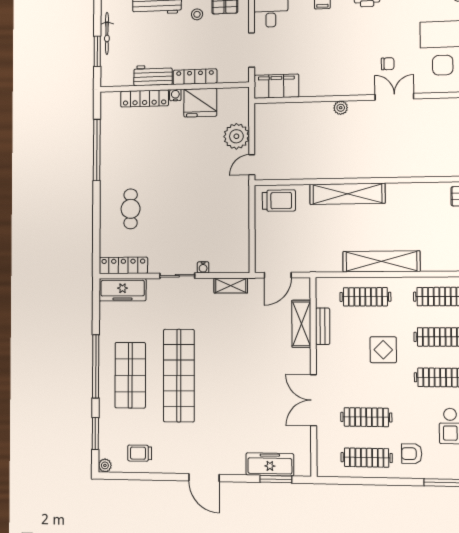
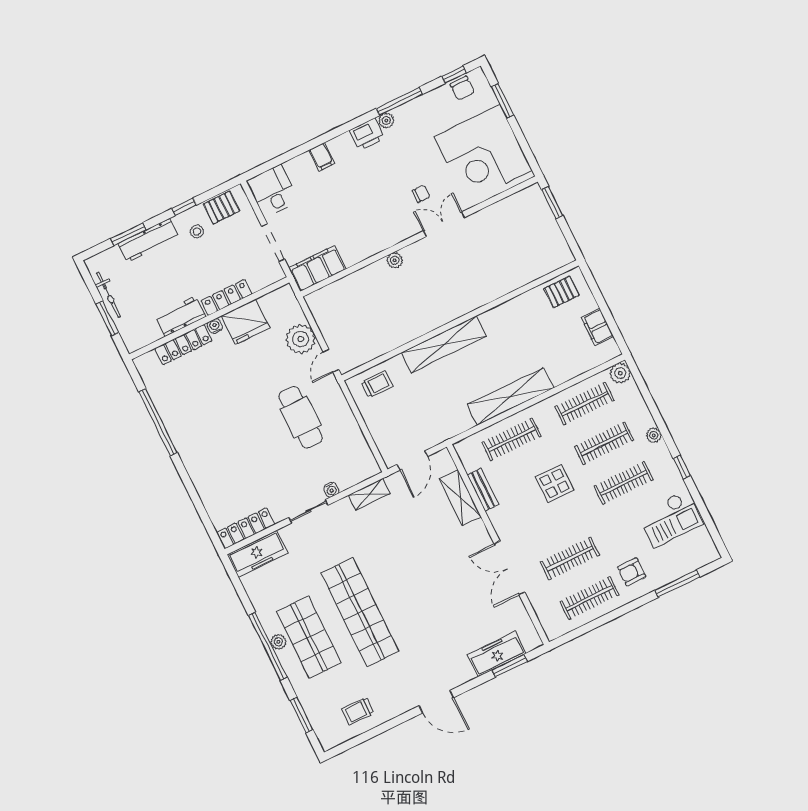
trolley: (279, 201) -> (377, 384), width x0.73, depth x0.72
cafe table: (131, 209) -> (300, 417), moved, width x1.37, depth x1.35
plant: (105, 465) -> (278, 642), moved

